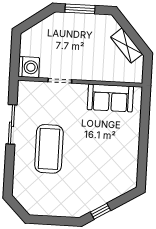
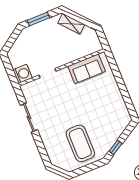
shelving: (127, 45) -> (71, 24), moved
coffee table: (49, 149) -> (80, 143), moved

